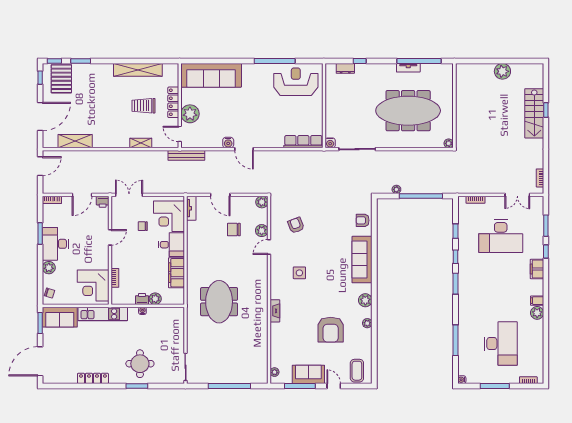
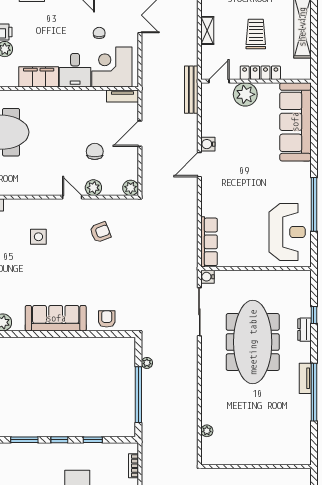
dresser: (345, 68) -> (304, 330), moved
wall: (454, 106) -> (256, 467), moved
meeting table: (408, 111) -> (253, 342), moved

